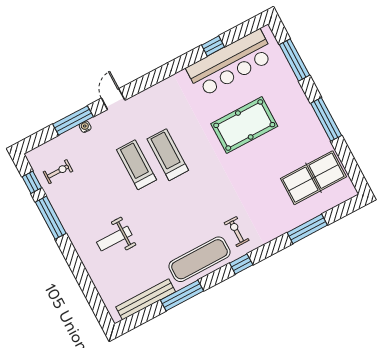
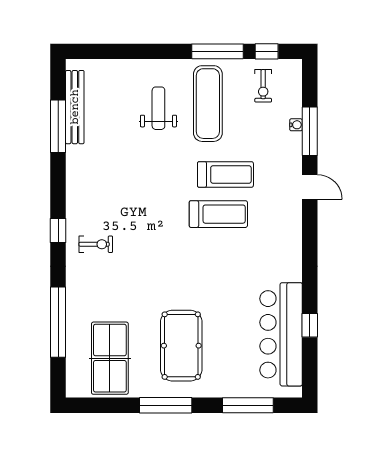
pool table: (244, 125) -> (181, 346), moved
water cooler: (85, 127) -> (296, 125), moved
window: (307, 229) -> (58, 322), width x1.46
exercise mat: (199, 259) -> (208, 104), moved
window: (182, 296) -> (58, 126), moved

